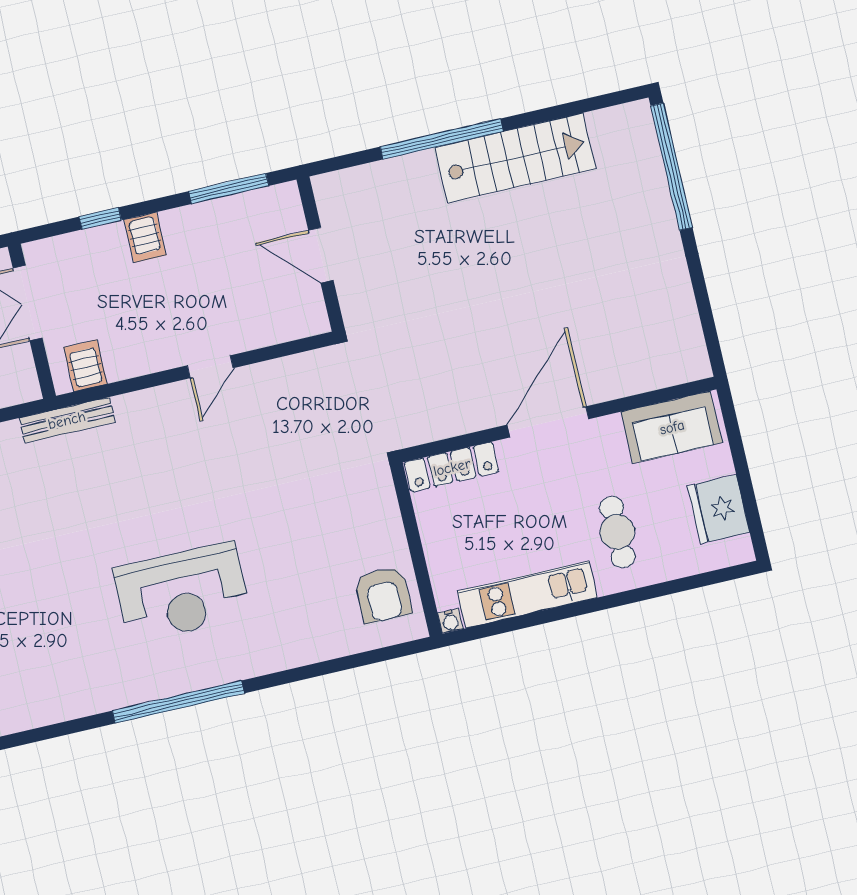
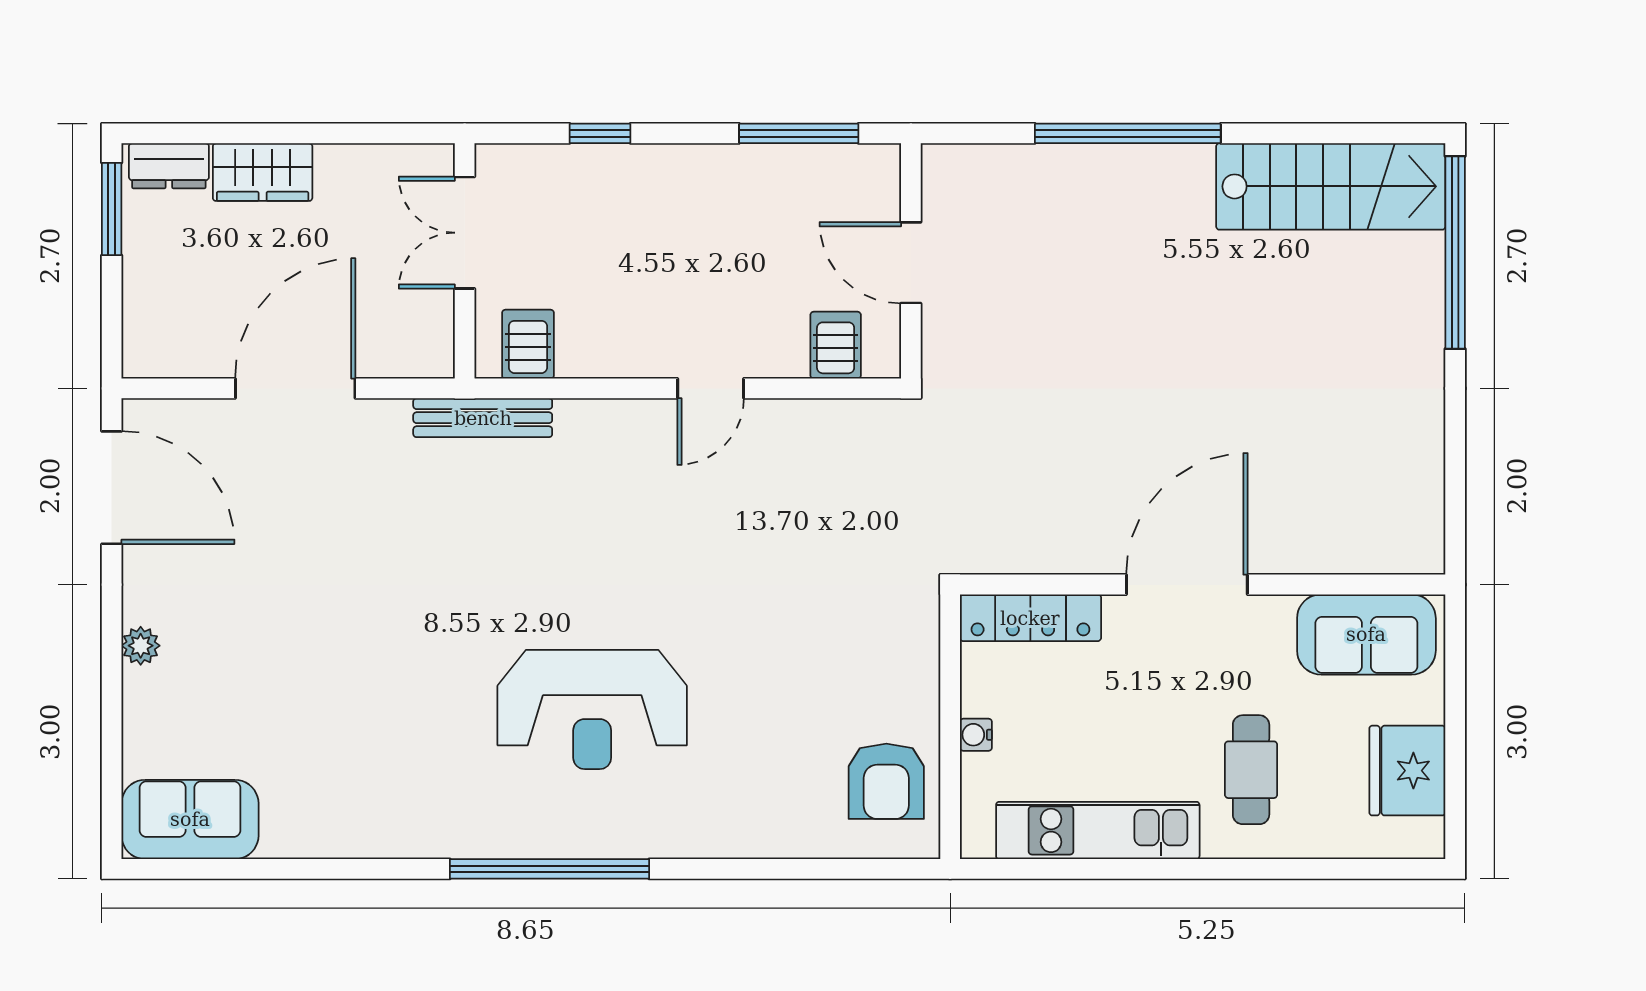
stairs: (515, 158) -> (1331, 186), moved
server rack: (145, 237) -> (836, 345), moved, turned 180
water cooler: (450, 621) -> (976, 735), moved, turned 90

